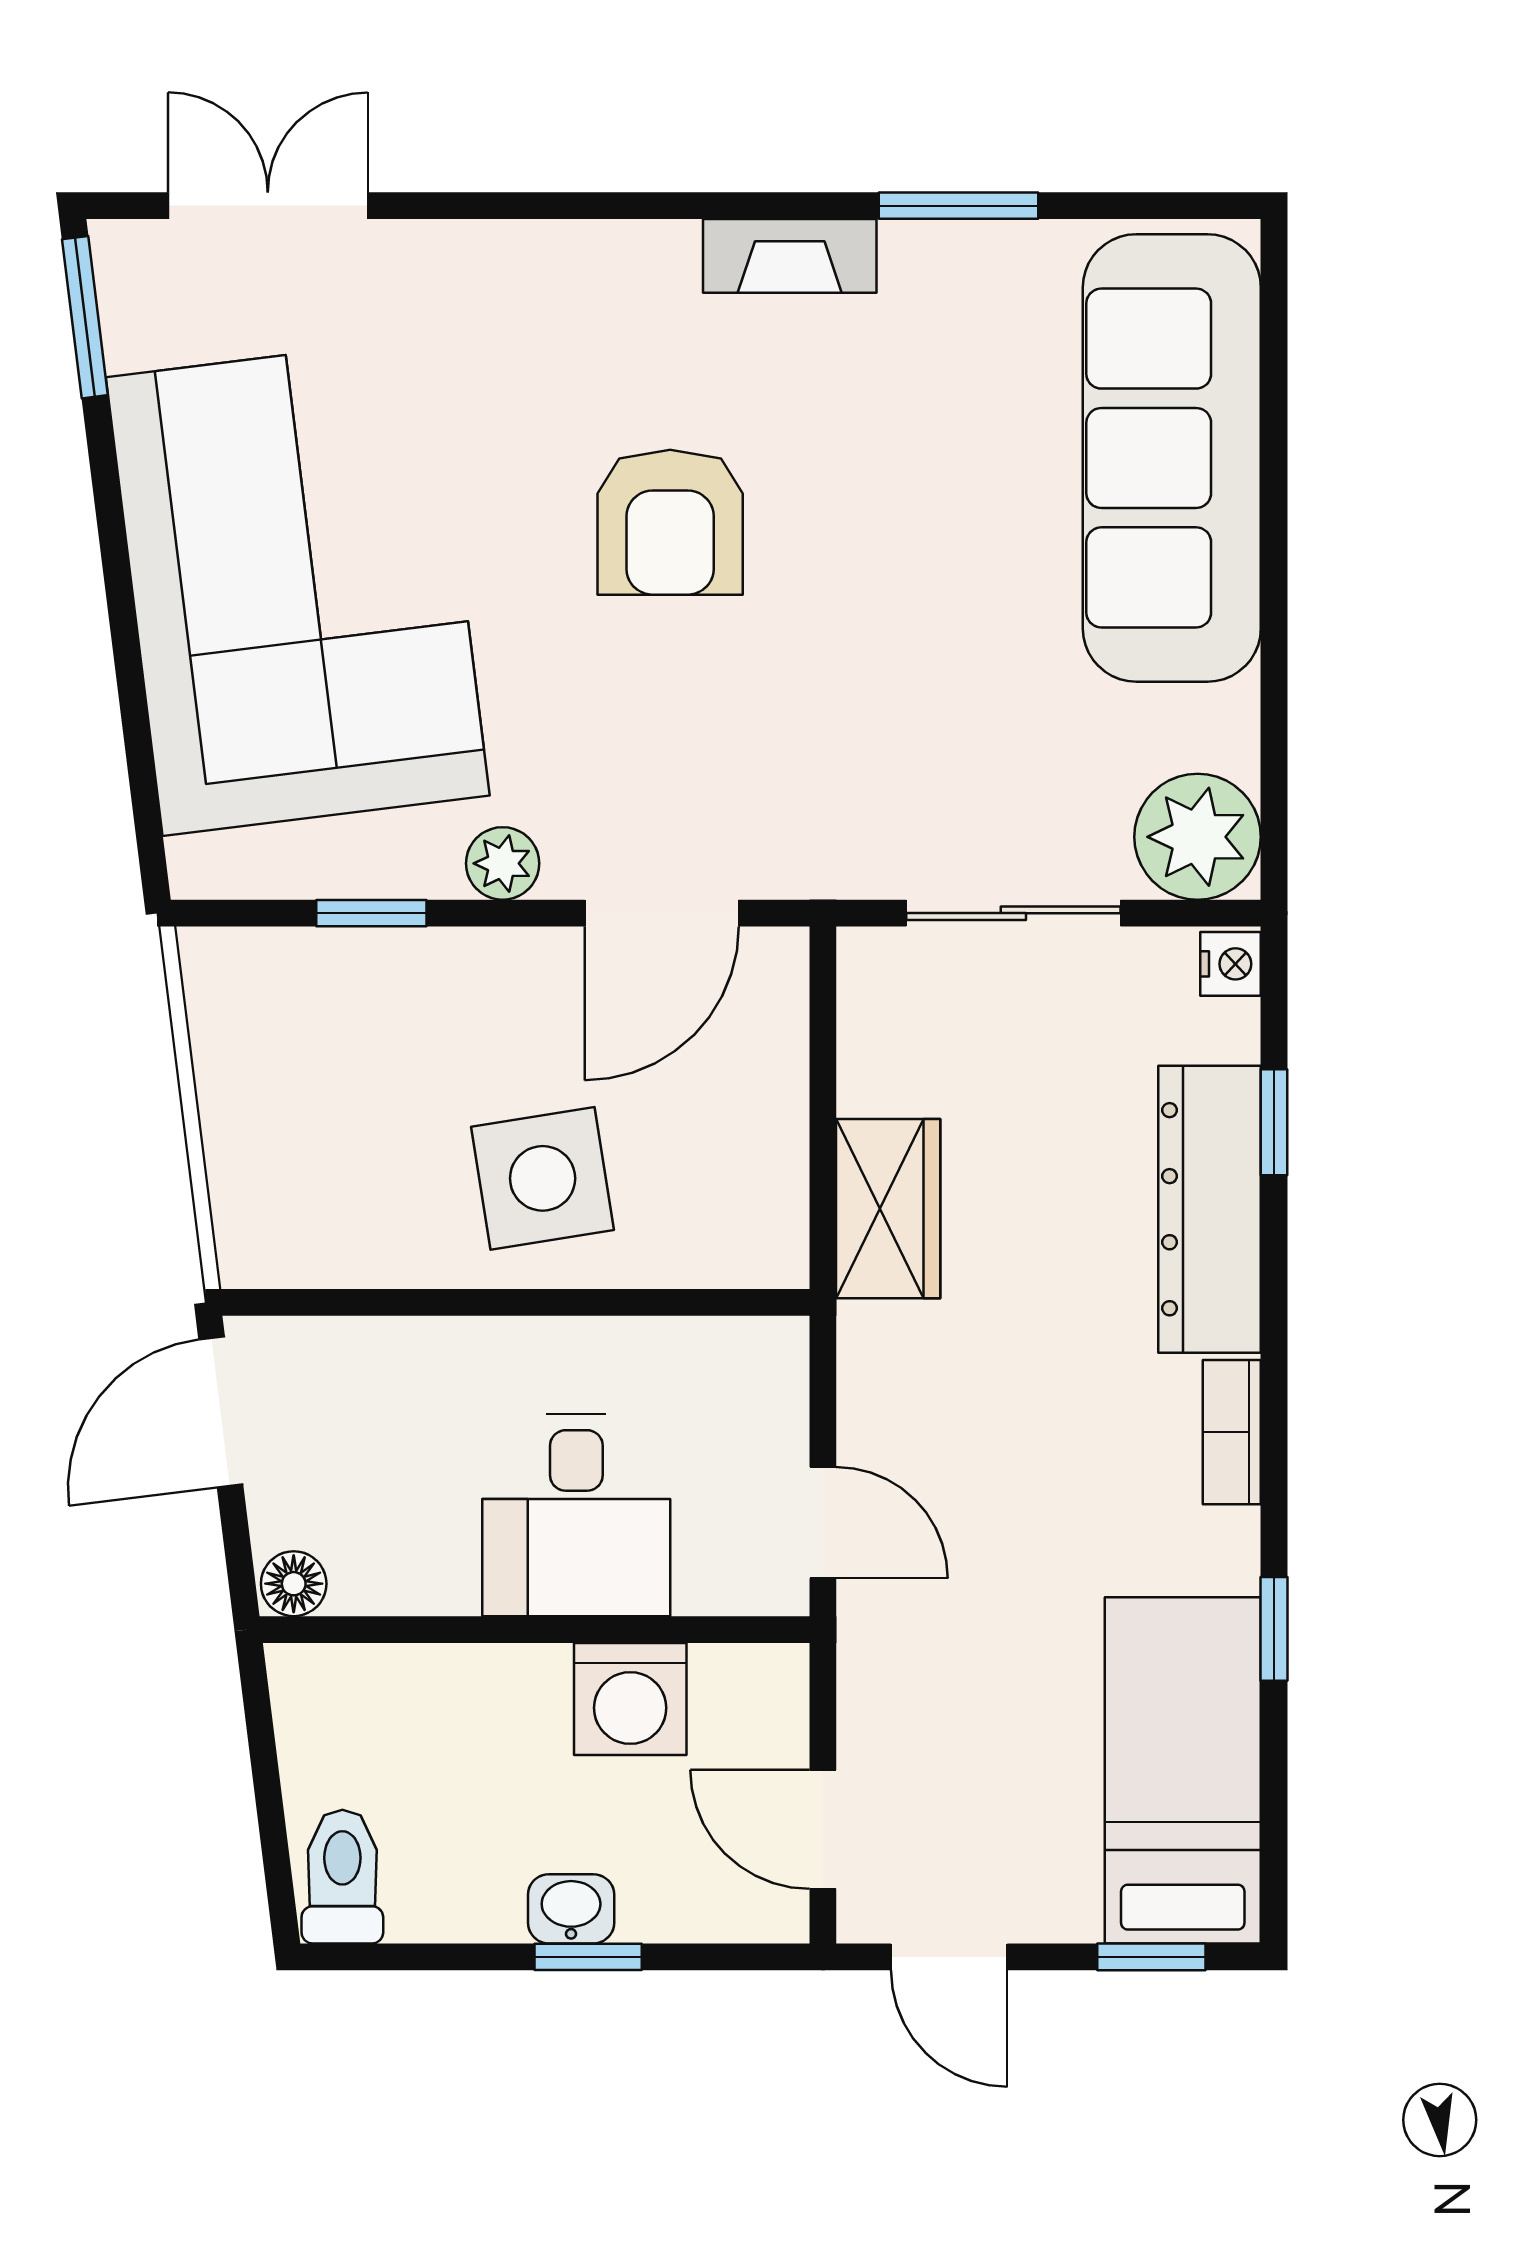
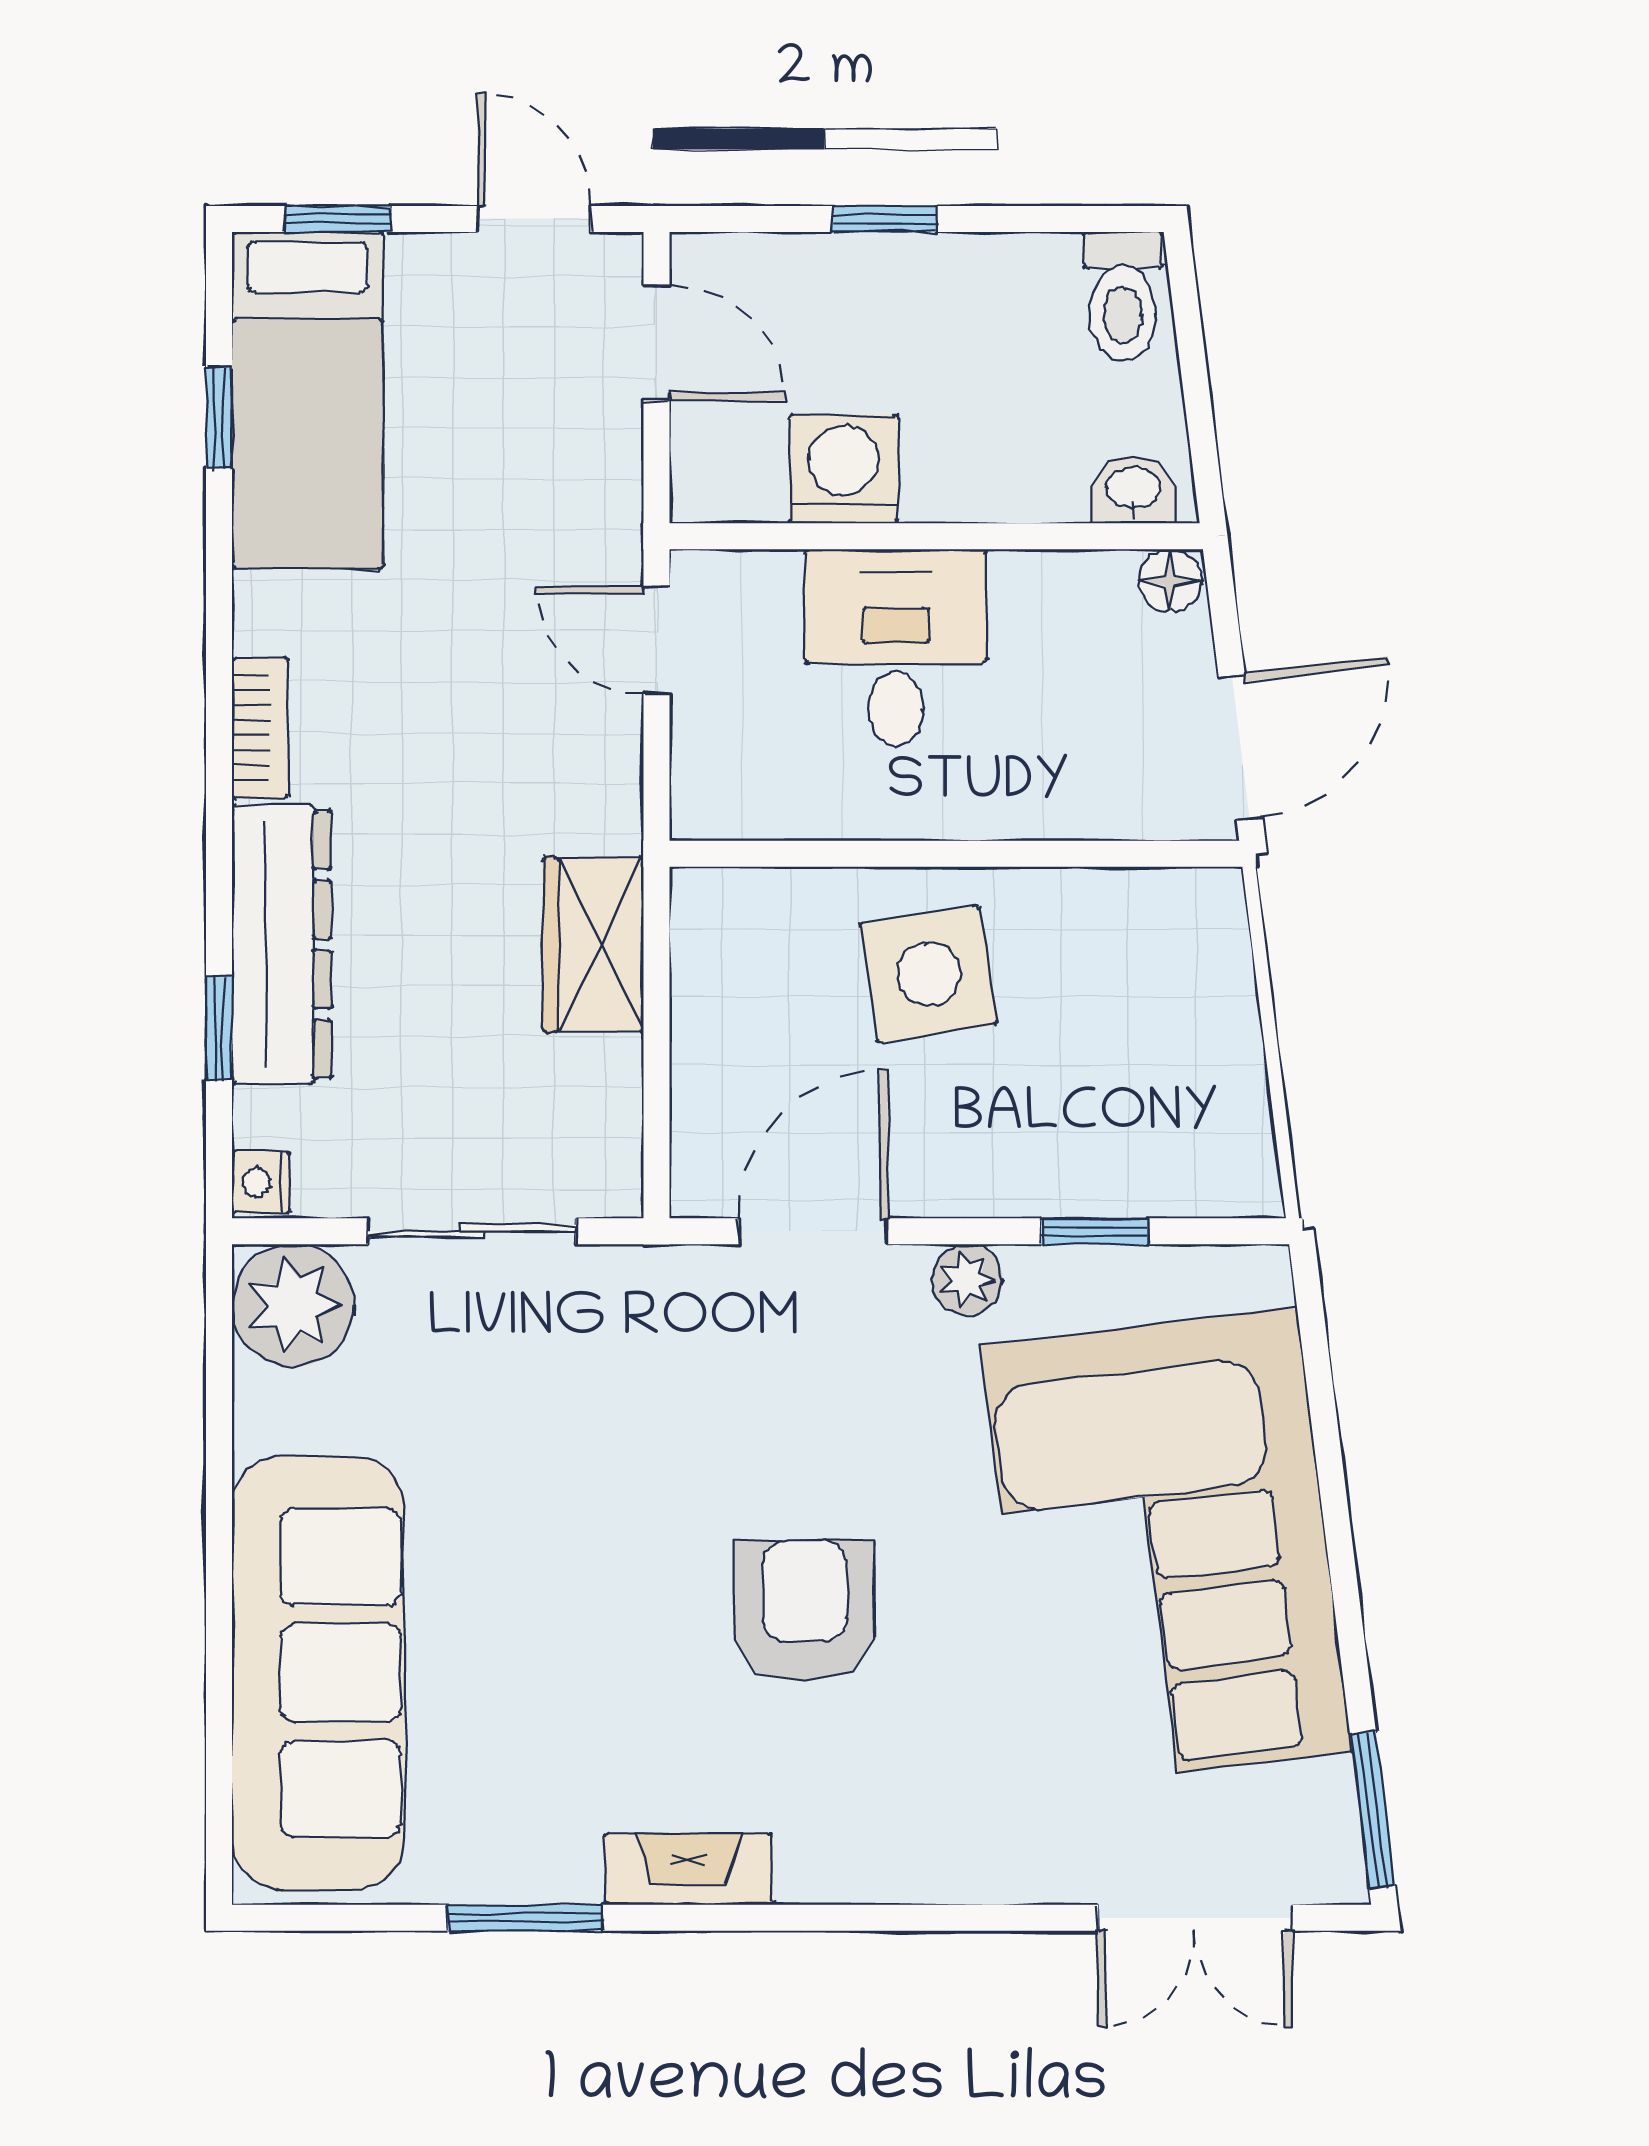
window: (1274, 1629) -> (219, 418), moved
washbasin: (571, 1909) -> (1133, 490), moved, turned 180

